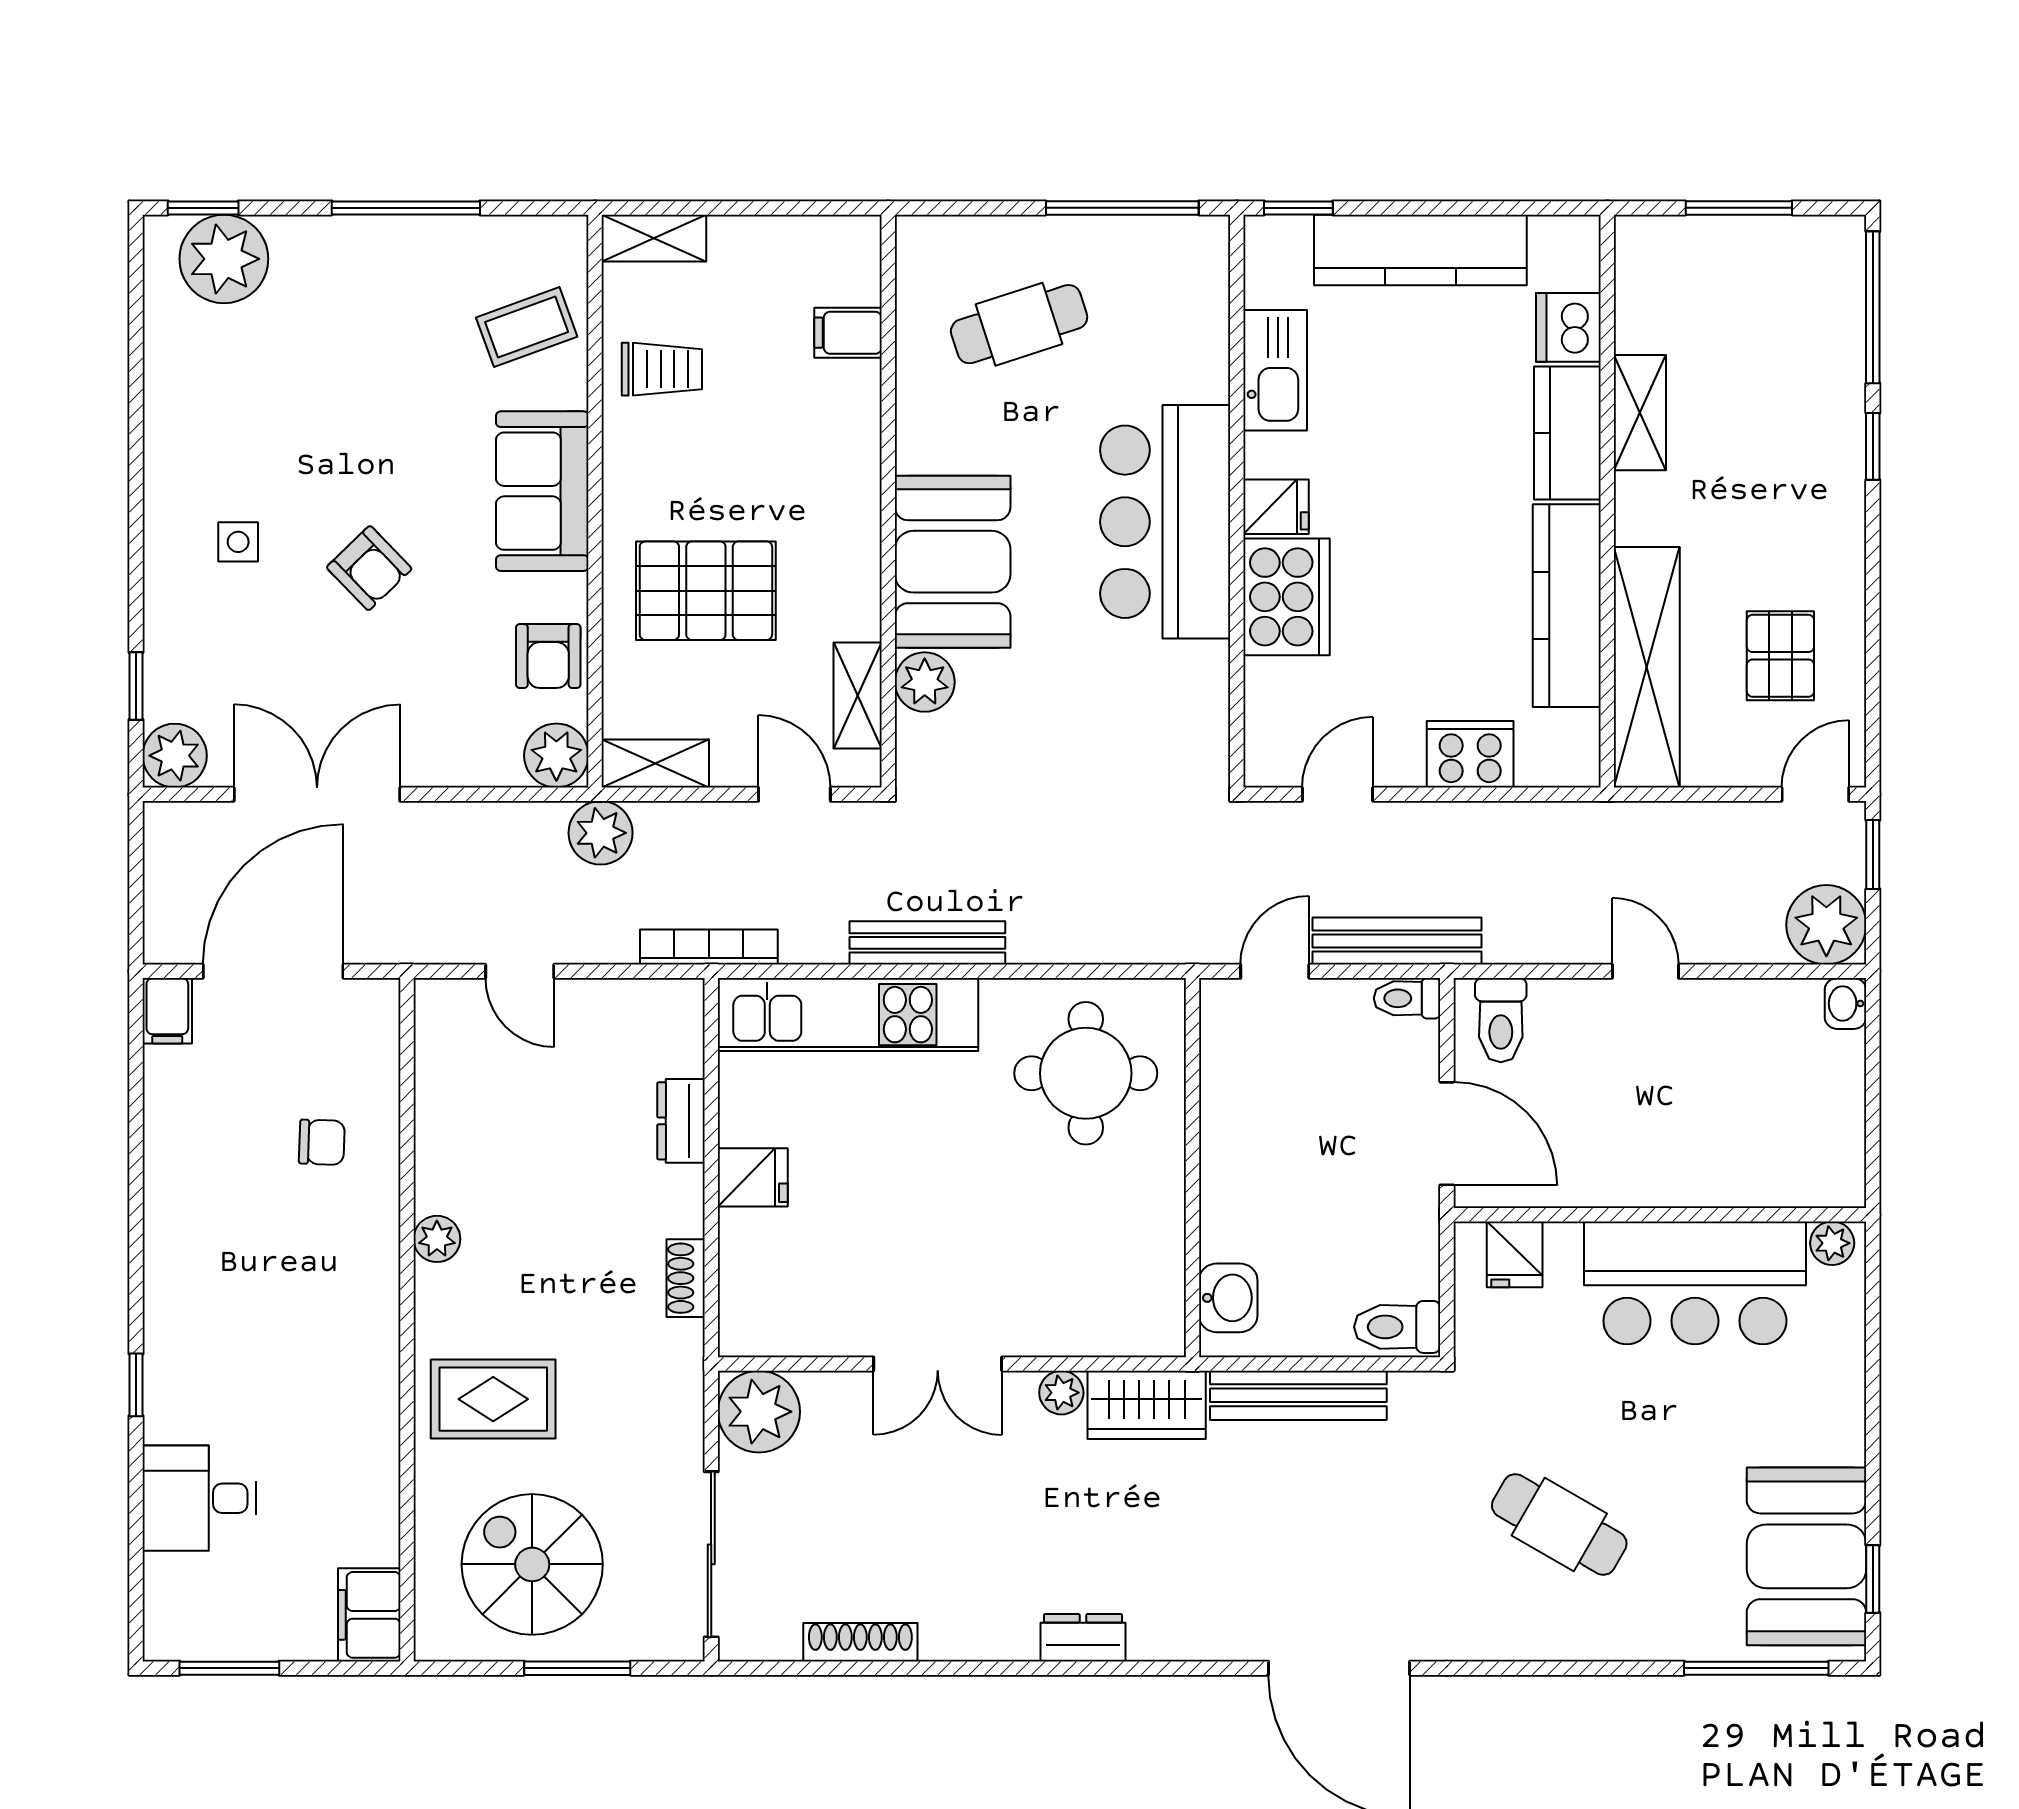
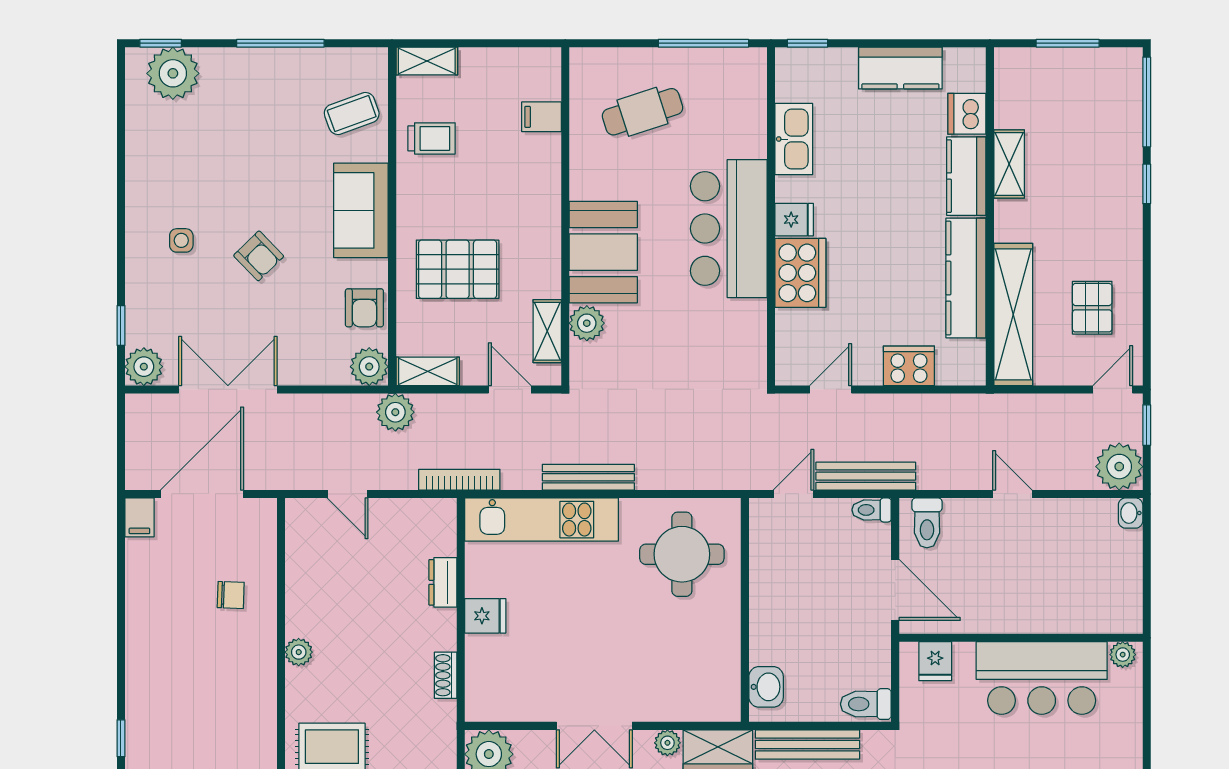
kitchen counter: (1420, 250) -> (900, 68), width x0.67

